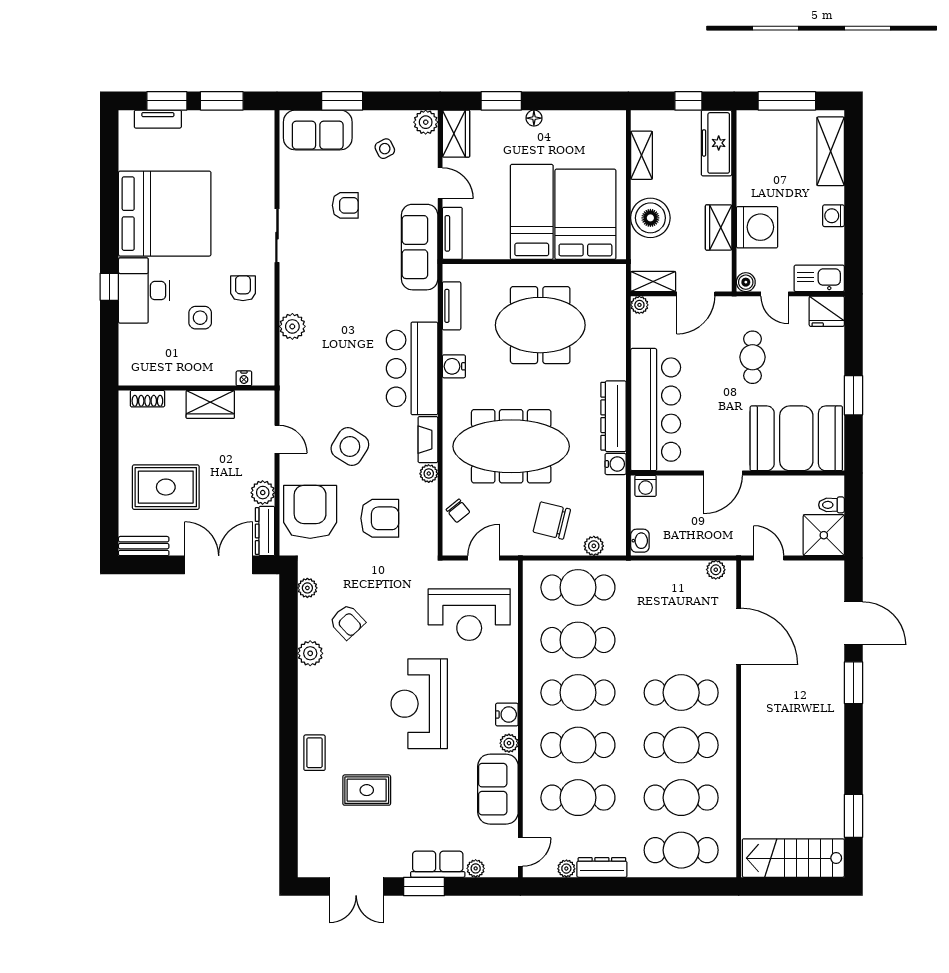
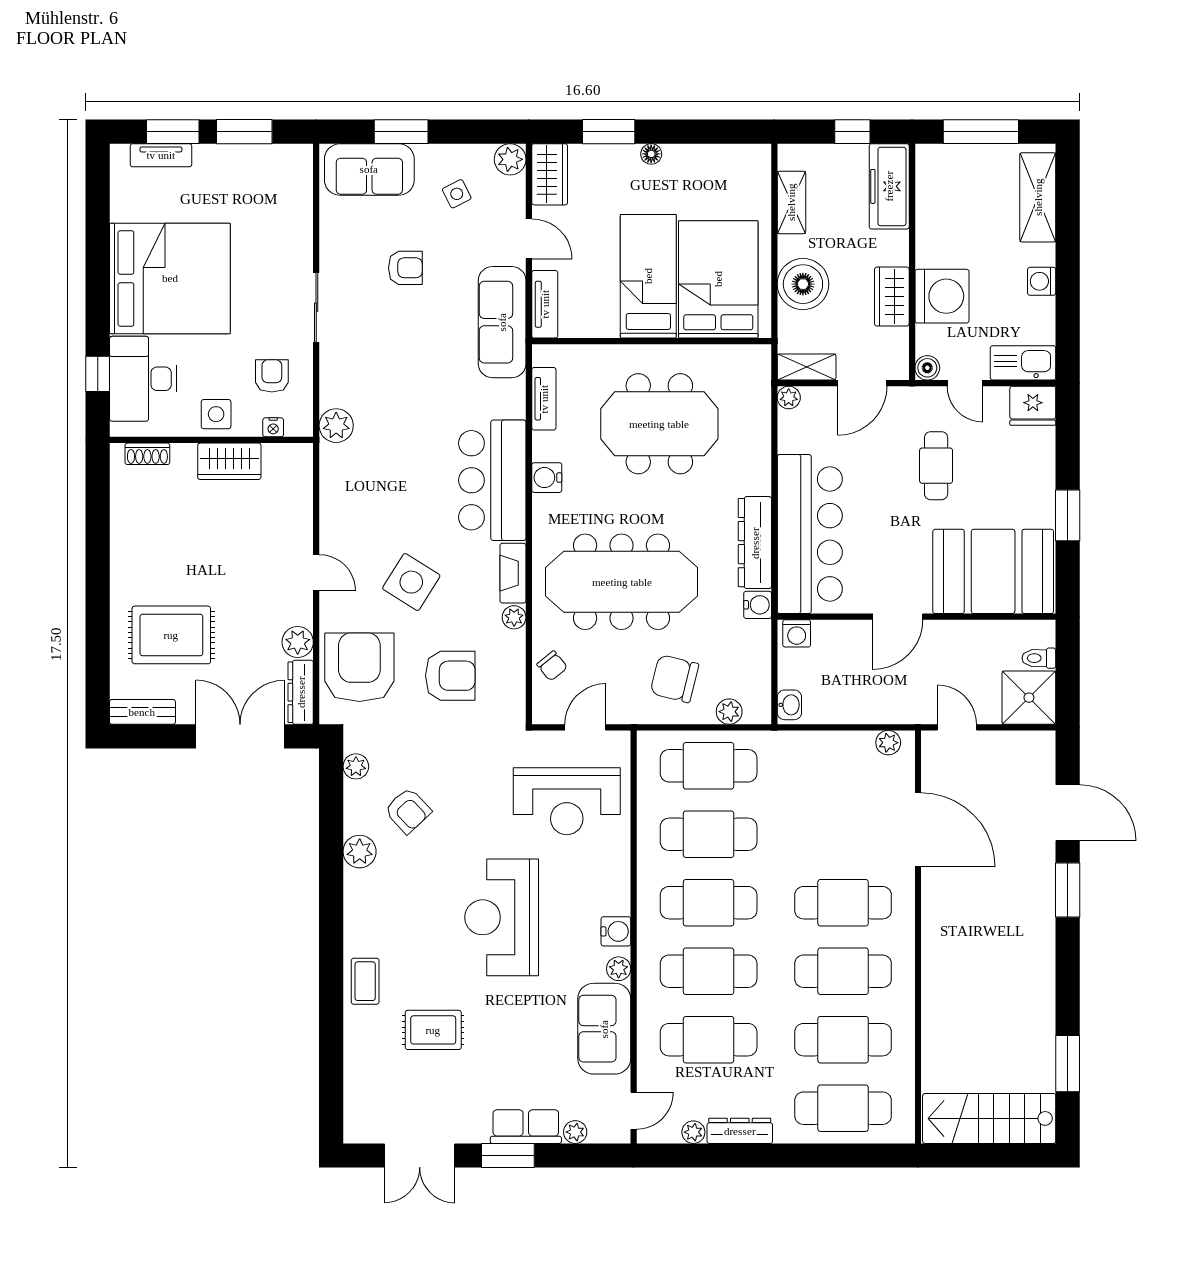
nightstand: (244, 378) -> (273, 427), moved
wall: (197, 388) -> (211, 440), moved
shoe rack: (147, 399) -> (147, 454), moved
wardrobe: (210, 404) -> (229, 461), moved

